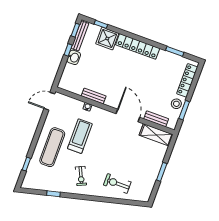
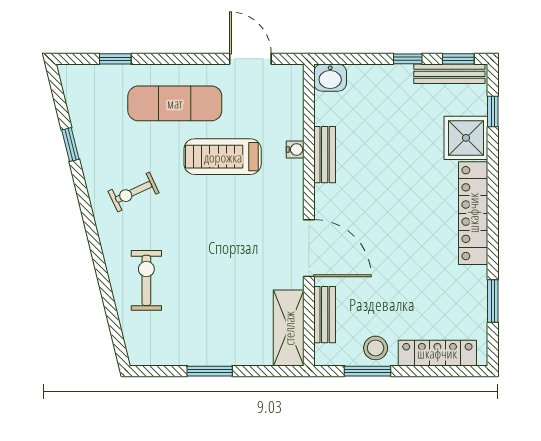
washbasin: (74, 57) -> (330, 78), moved
door: (49, 101) -> (250, 59), moved
door: (128, 116) -> (309, 248), hinge flipped
treadmill: (80, 136) -> (223, 157), turned 180

